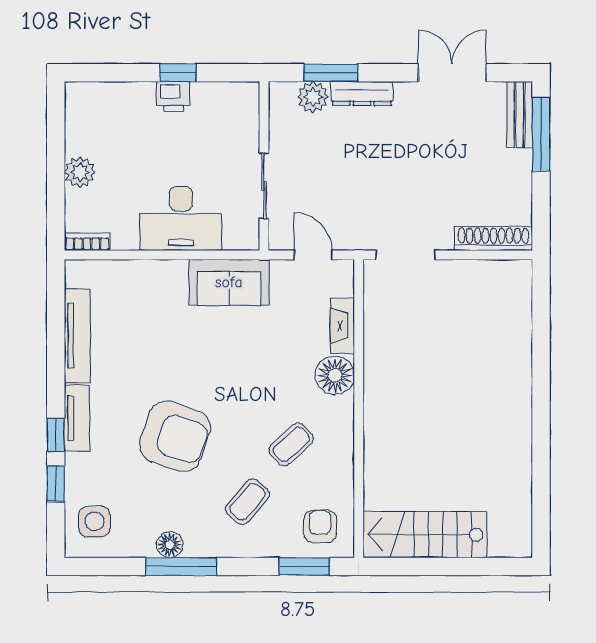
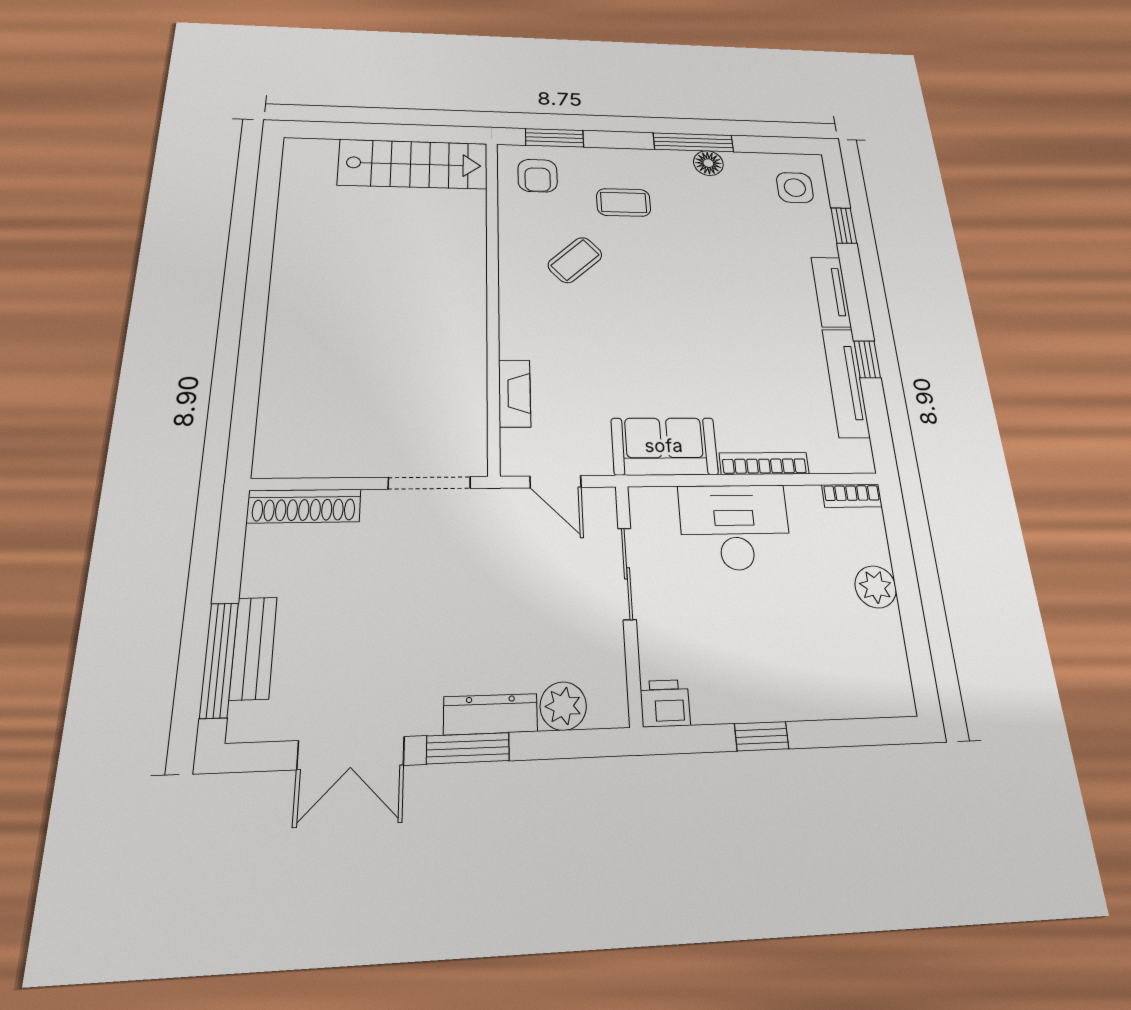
window: (331, 73) -> (468, 748), moved
printer: (173, 96) -> (665, 703), moved
bench: (520, 115) -> (253, 648), moved
bookcase: (153, 268) -> (764, 463), added
floor lamp: (335, 375) -> (523, 335), removed
window: (56, 435) -> (867, 359), moved
armchair: (175, 436) -> (715, 271), removed
coffee table: (247, 502) -> (624, 202), turned 49

